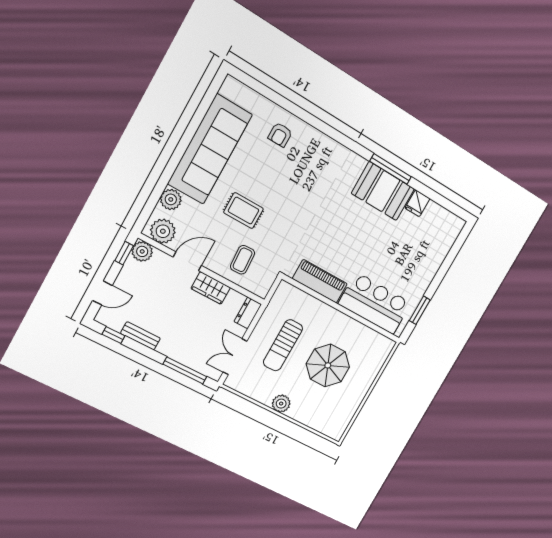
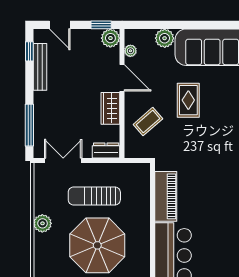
plant: (163, 231) -> (130, 51), width x0.53, depth x0.53
coffee table: (243, 260) -> (148, 122), turned -38
bench: (140, 336) -> (40, 67), width x1.36
parasol: (328, 365) -> (97, 245), width x1.36, depth x1.36

